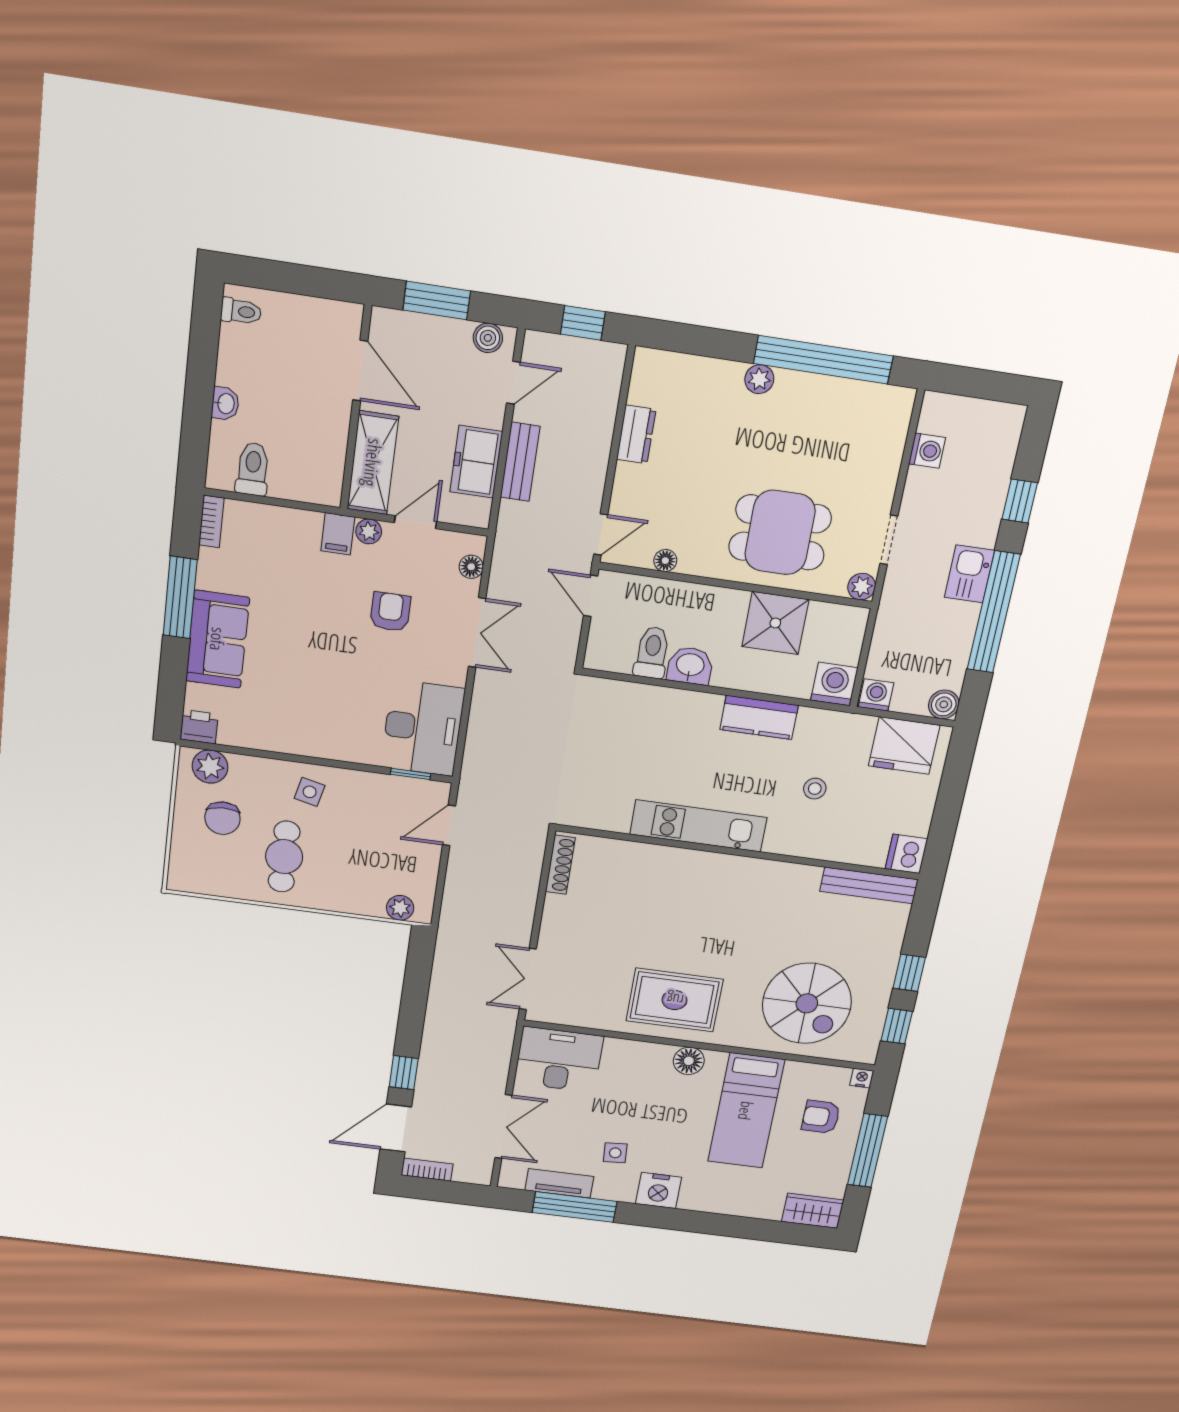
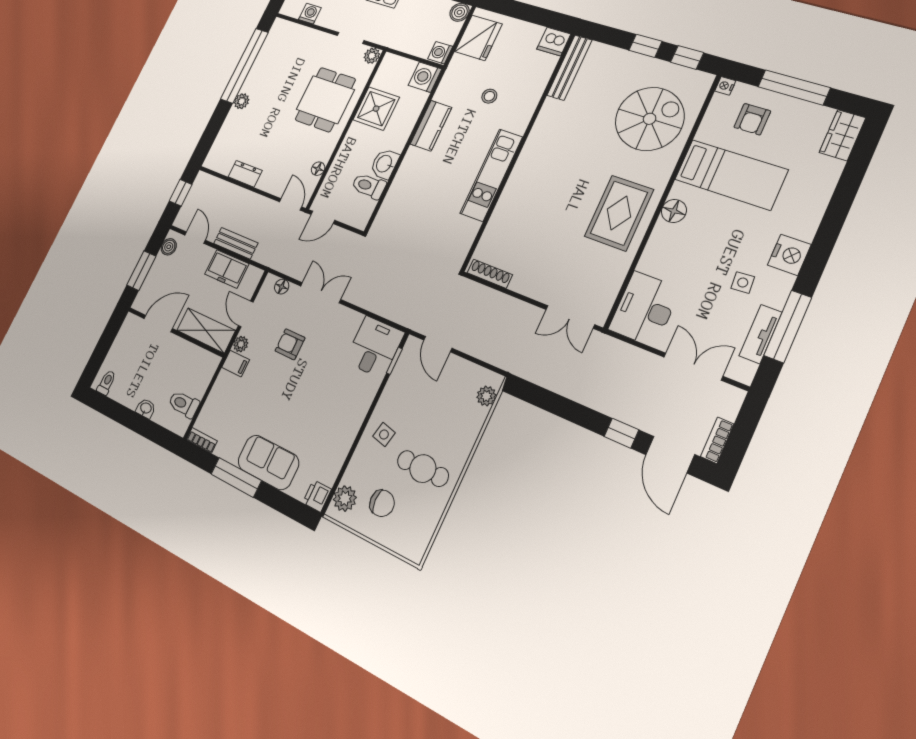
desk: (423, 728) -> (374, 347), width x0.73

